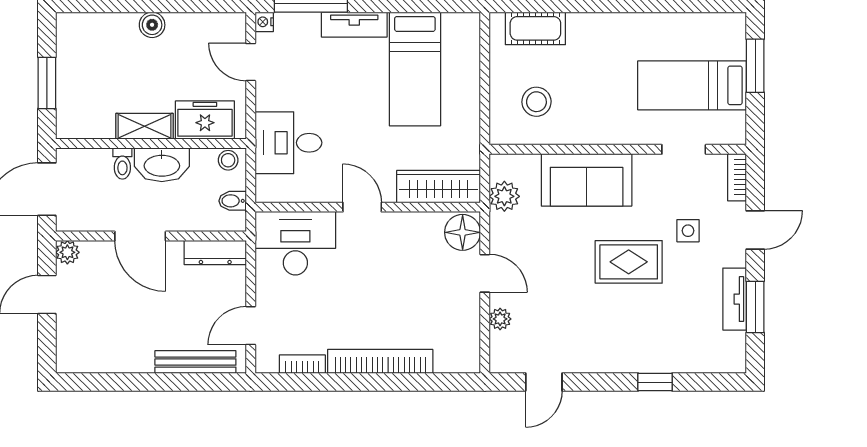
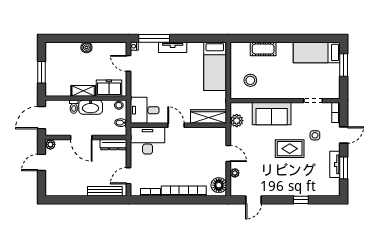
cot: (535, 28) -> (263, 49), moved
bed: (415, 69) -> (215, 66), moved
bed: (692, 85) -> (317, 52), moved
desk: (288, 143) -> (145, 110), moved
floor lamp: (463, 232) -> (219, 185), moved

